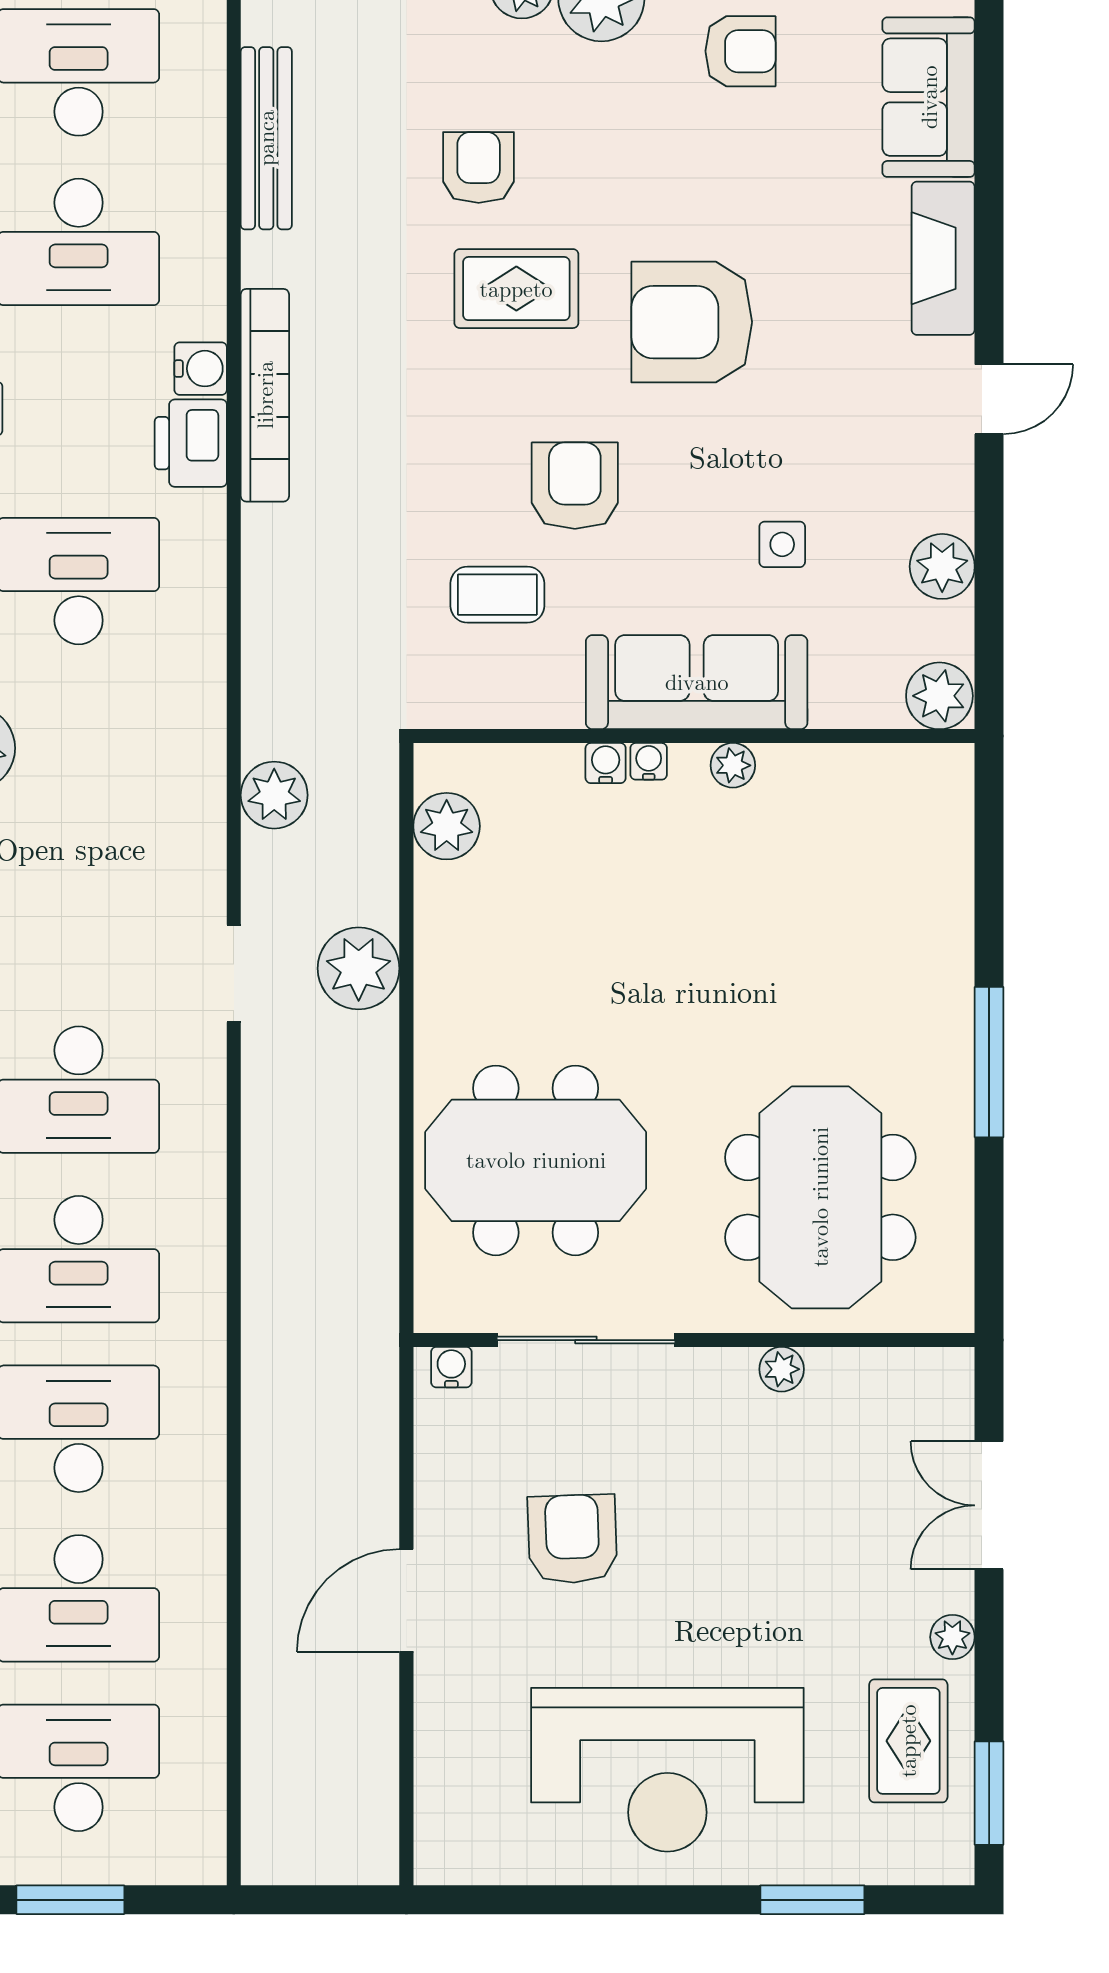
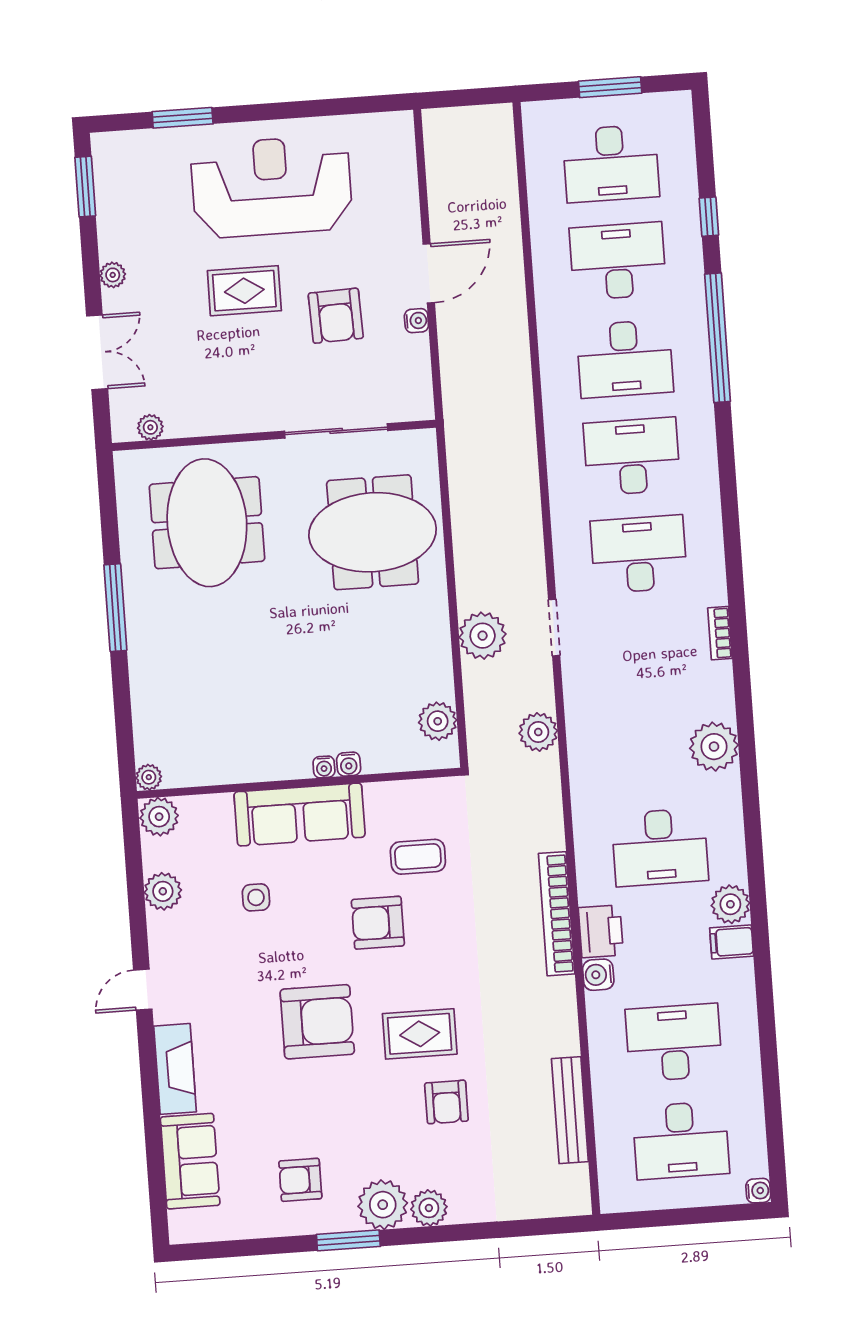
bookcase: (265, 395) -> (557, 914), moved
armchair: (575, 486) -> (378, 923), turned 90
plant: (733, 765) -> (149, 777), moved
water cooler: (451, 1367) -> (416, 321), moved, turned -90
plant: (782, 1369) -> (150, 427), moved
rug: (908, 1741) -> (244, 291), moved, turned 90

